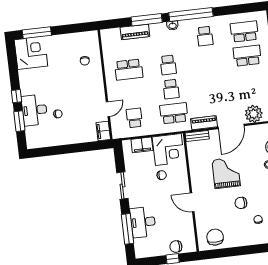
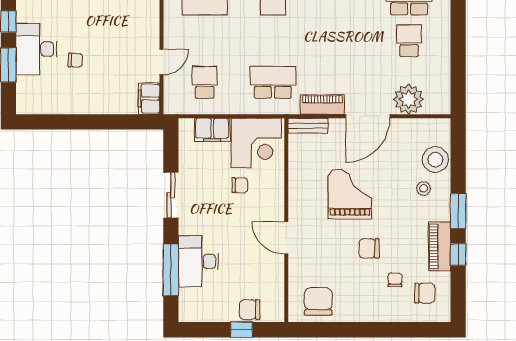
school desk: (171, 89) -> (409, 41), moved, turned 180

